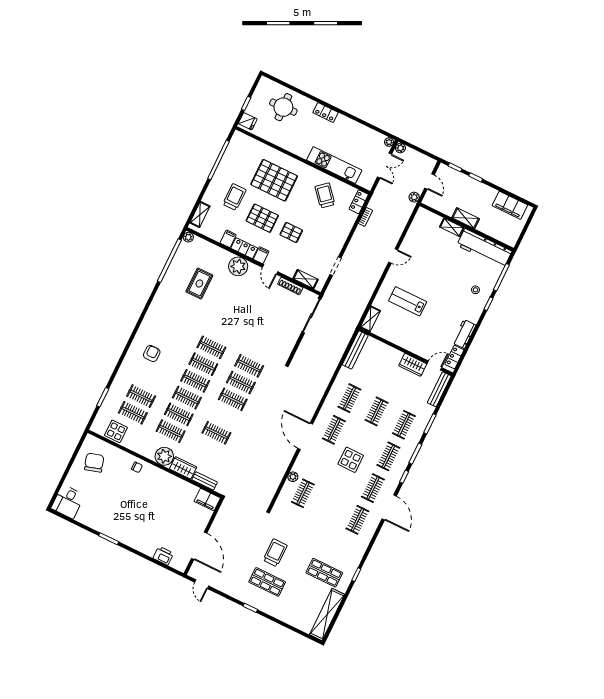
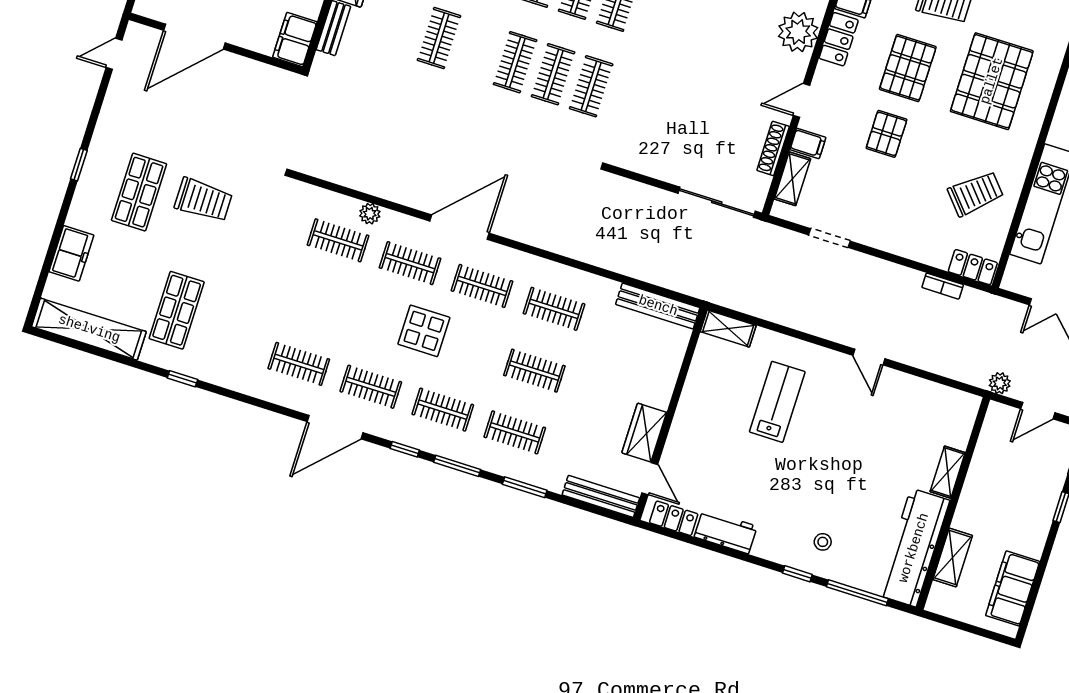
shelving: (466, 218) -> (953, 557), moved
filing cabinet: (261, 255) -> (808, 143), moved
clothes rail: (318, 462) -> (410, 263), added
freezer: (291, 617) -> (71, 253), added

